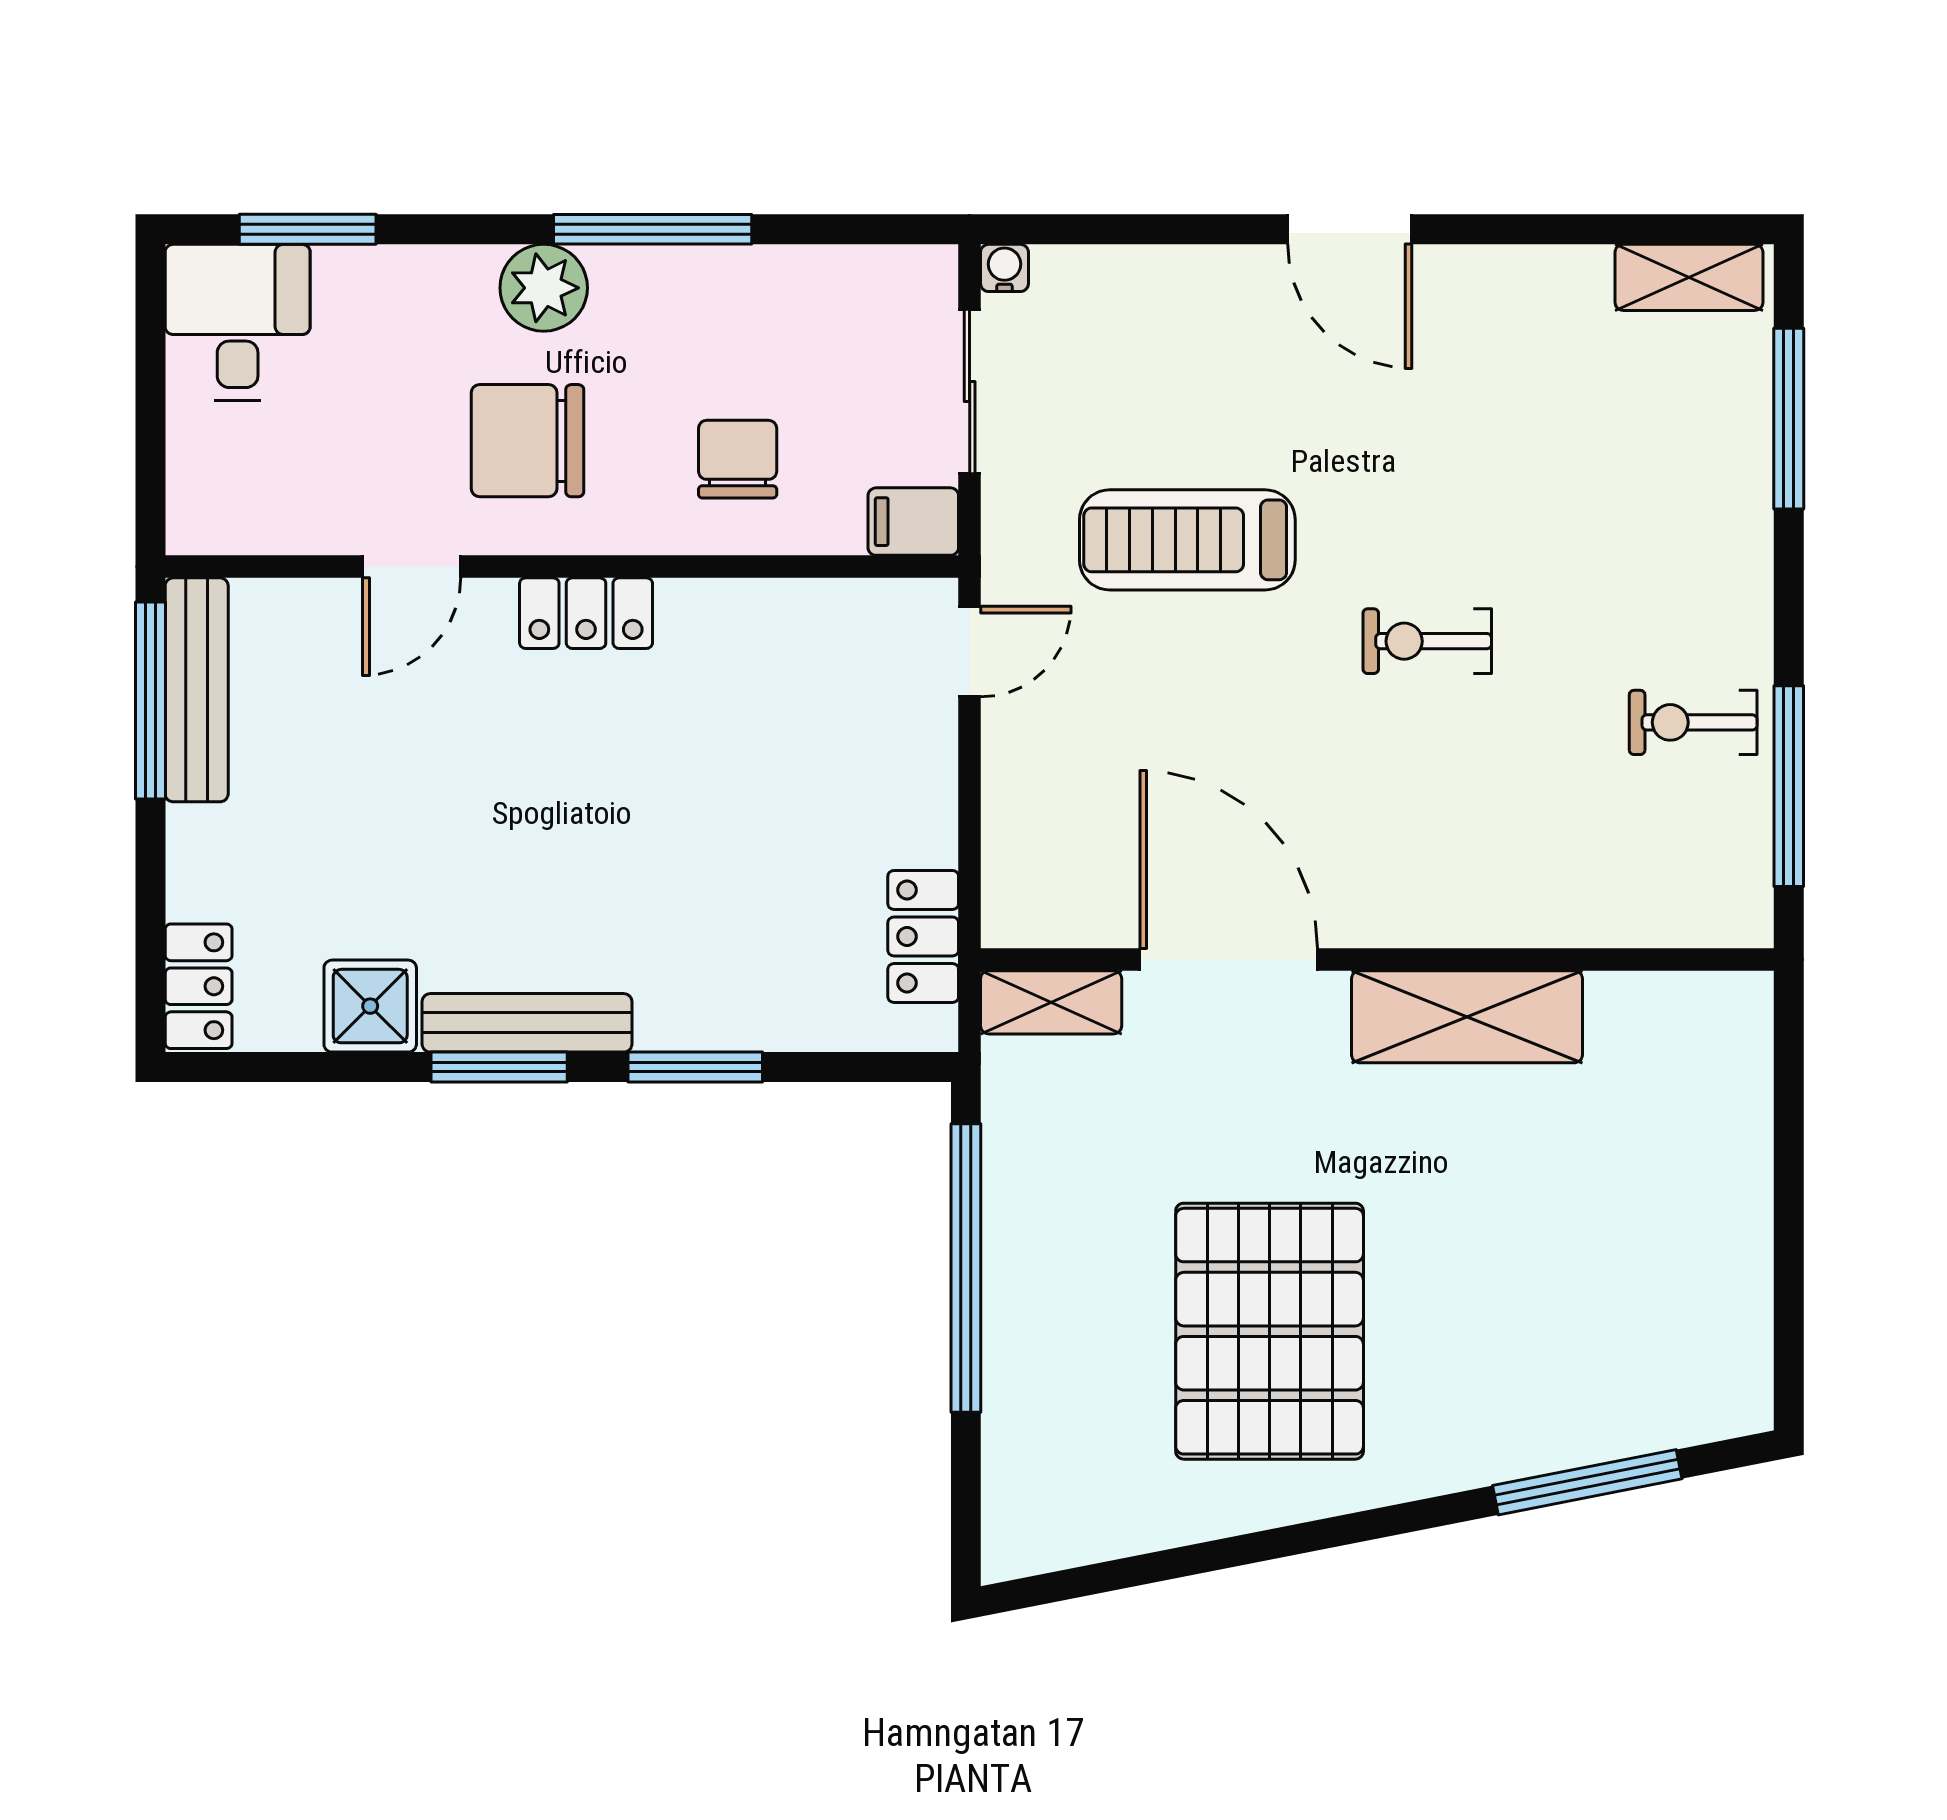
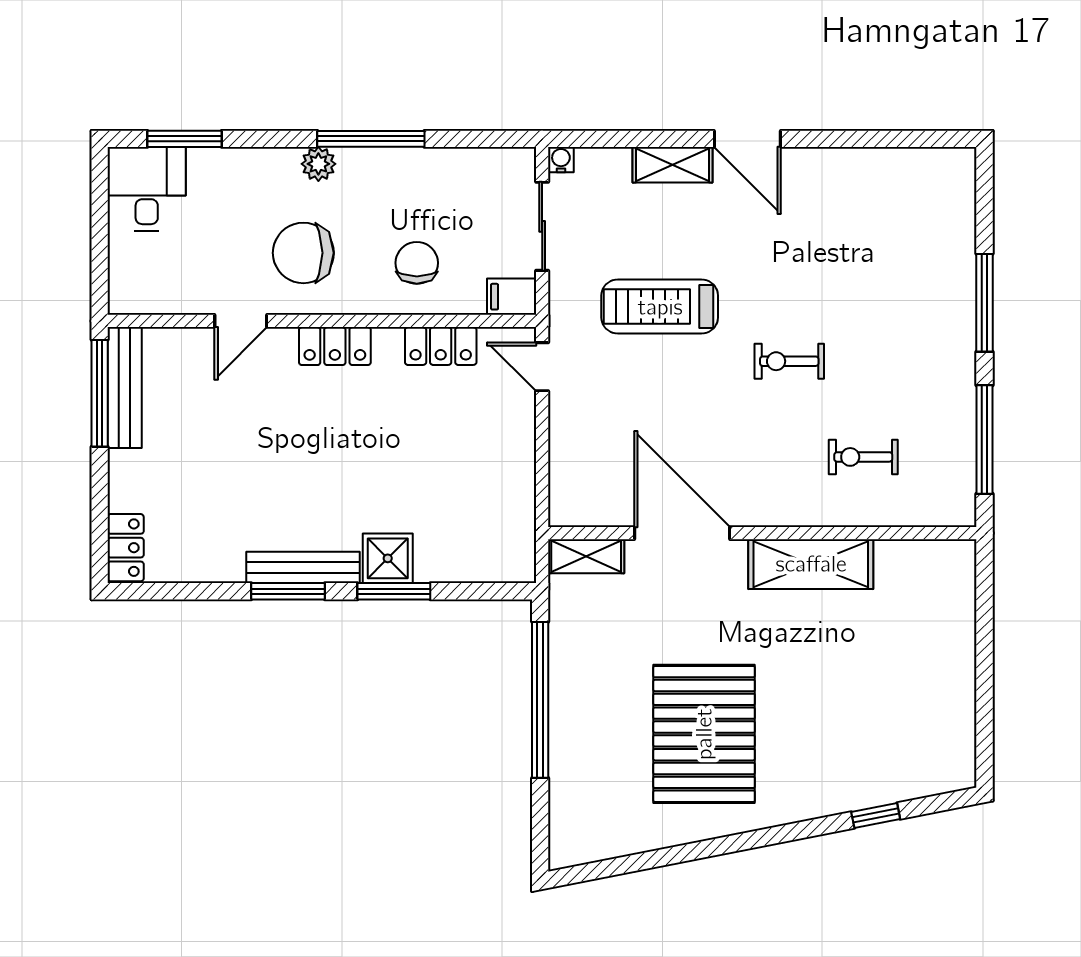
shelving: (1689, 277) -> (672, 165), moved
plant: (544, 288) -> (318, 164), width x0.73, depth x0.73
window: (1789, 419) -> (985, 303), moved
door: (970, 652) -> (542, 367), swing flipped
exercise bike: (1693, 722) -> (863, 457), moved
locker: (923, 936) -> (441, 346), moved, turned -90
shower: (370, 1006) -> (388, 558), moved
window: (1587, 1482) -> (876, 816), width x0.46

